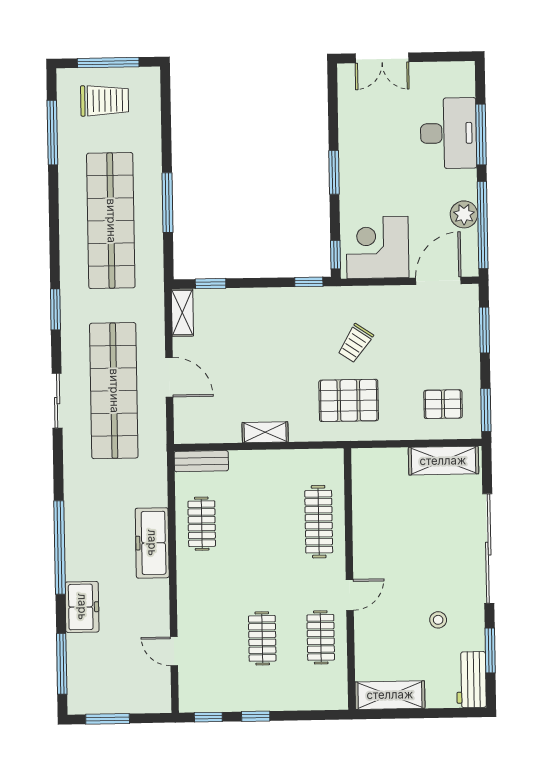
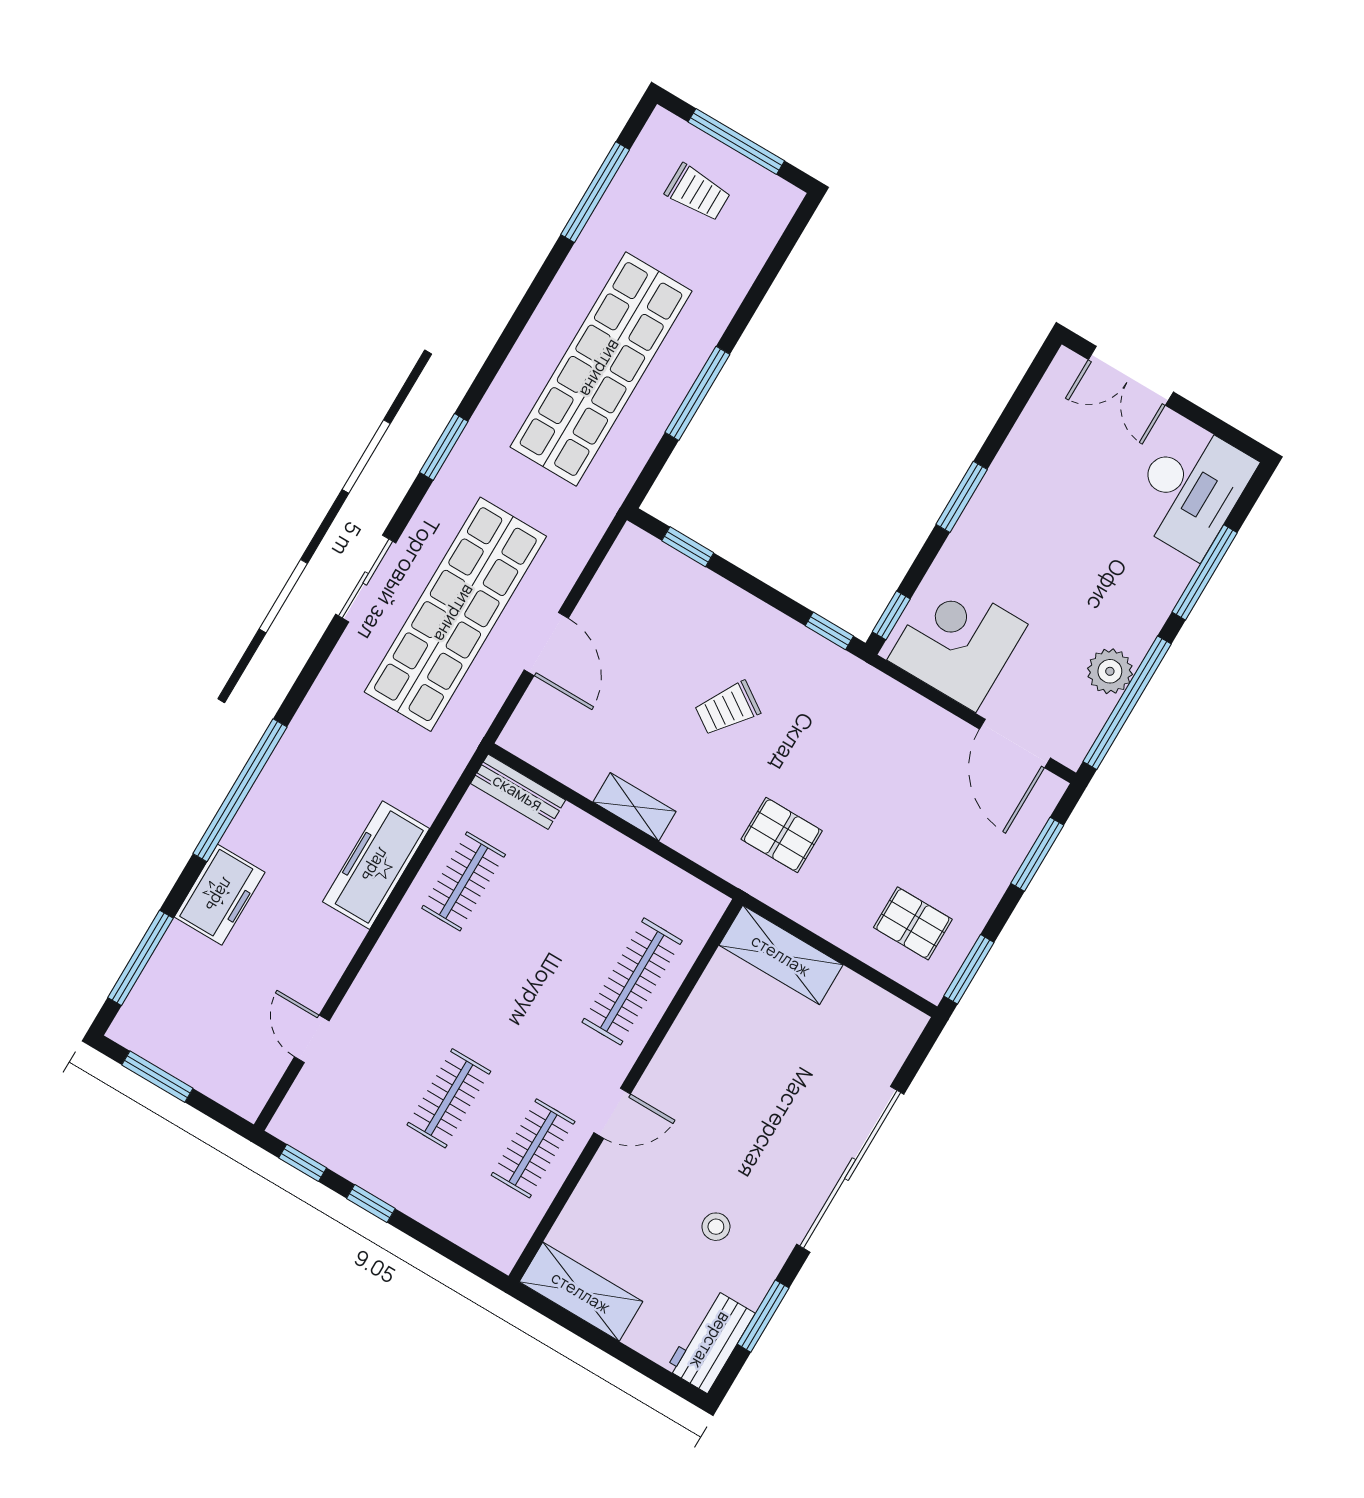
trolley: (105, 101) -> (698, 193), width x0.73, depth x0.72
desk: (448, 133) -> (1190, 489), moved
door: (438, 281) -> (1015, 743), swing flipped
shelving: (182, 313) -> (622, 563), removed
trolley: (355, 343) -> (727, 708), moved
pallet: (349, 400) -> (782, 835), width x0.67, depth x0.71
shelving: (443, 461) -> (781, 955), moved

